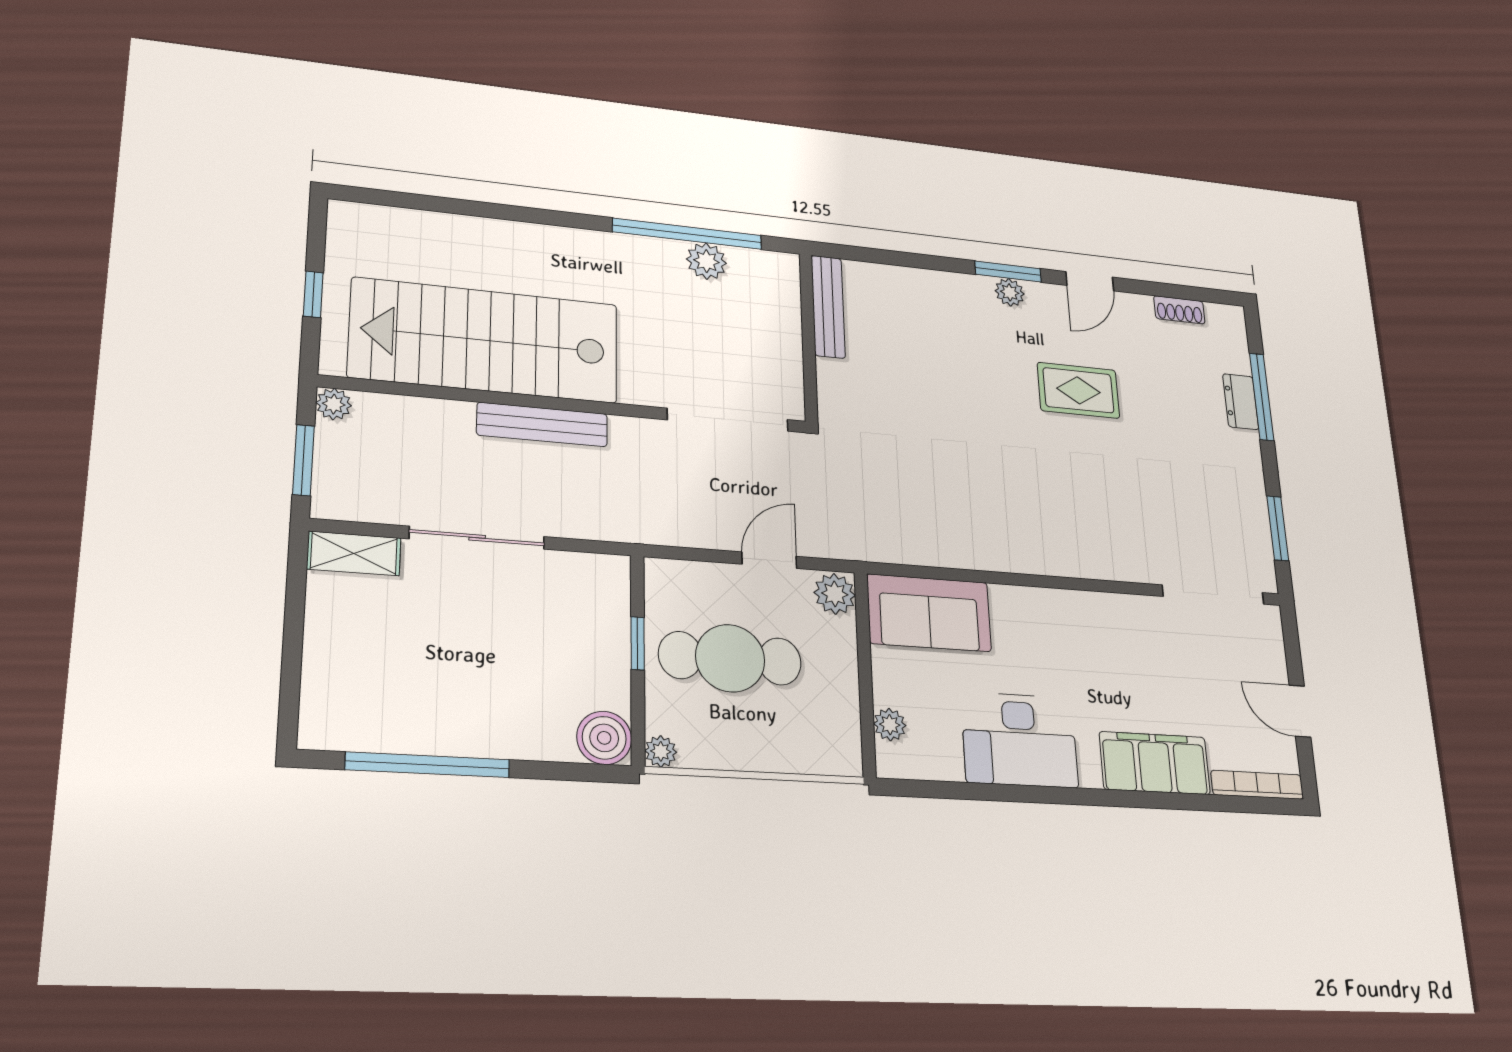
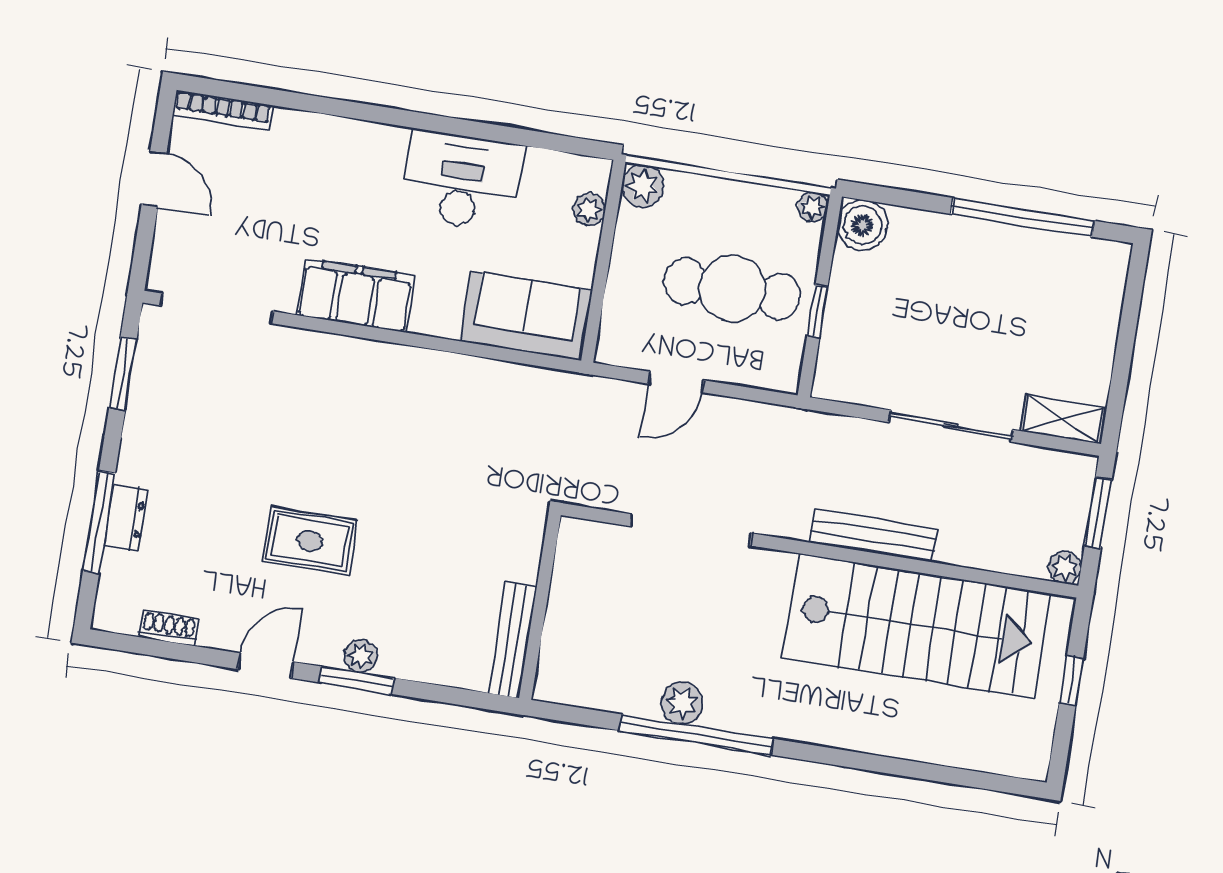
bench: (828, 307) -> (512, 639), moved
wall: (808, 337) -> (540, 607), moved
plant: (835, 594) -> (643, 186), moved
filing cabinet: (1155, 763) -> (356, 295), moved, turned 180

